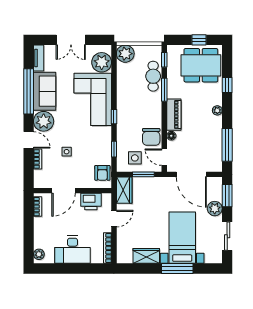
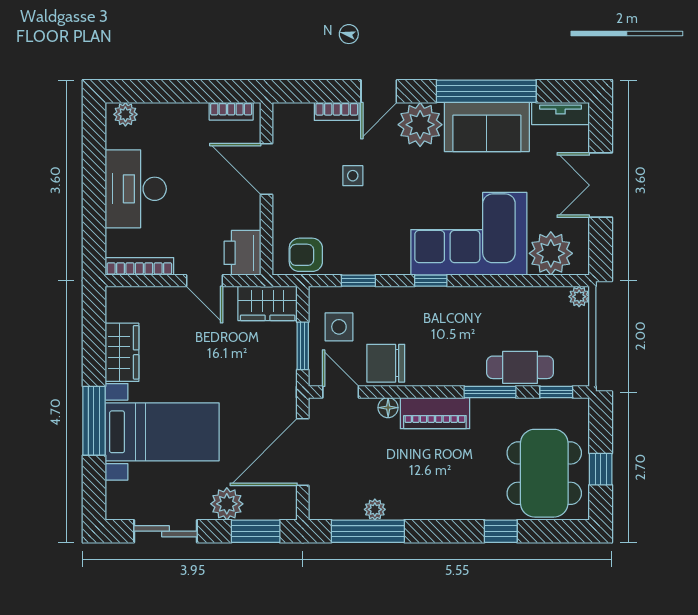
plant: (125, 54) -> (579, 297), width x0.53, depth x0.53
plant: (217, 110) -> (375, 509), moved
door: (164, 157) -> (341, 392), hinge flipped
printer: (91, 201) -> (243, 253), moved

